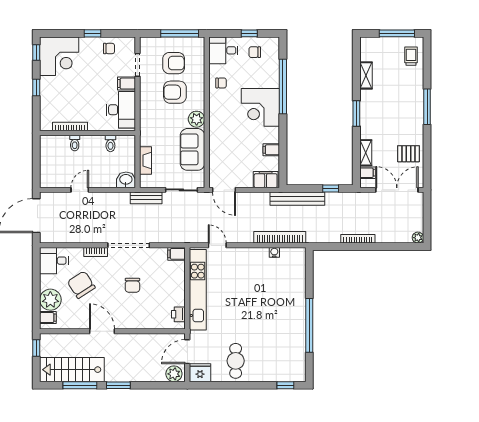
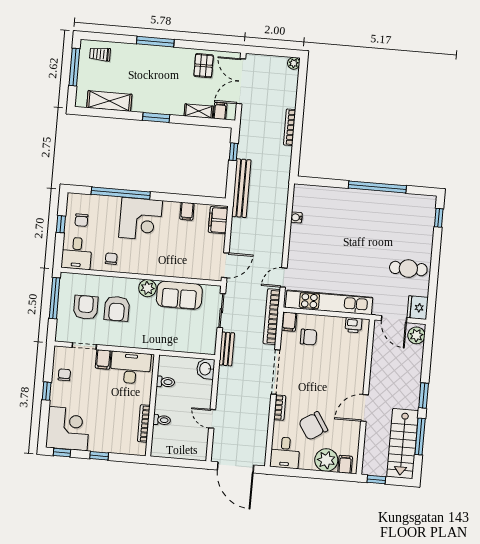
shelving: (366, 75) -> (109, 101), width x1.50, depth x1.33
fireplace: (145, 160) -> (187, 346), removed
bookcase: (280, 237) -> (272, 317), moved
chair: (132, 285) -> (308, 337), moved

